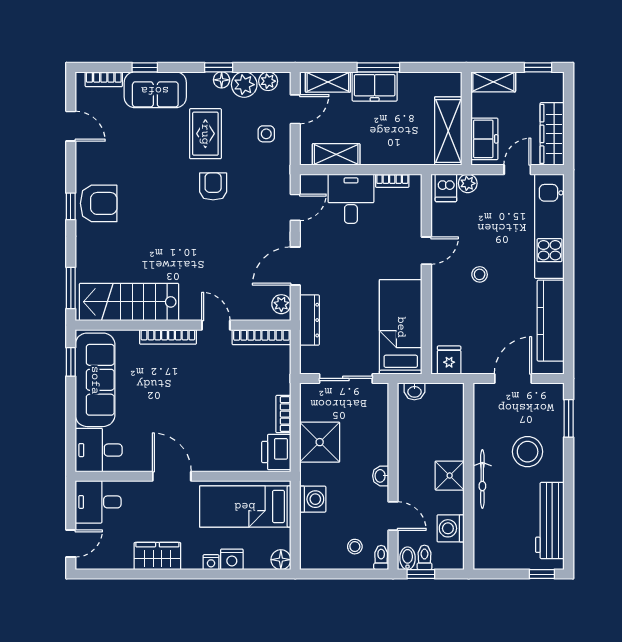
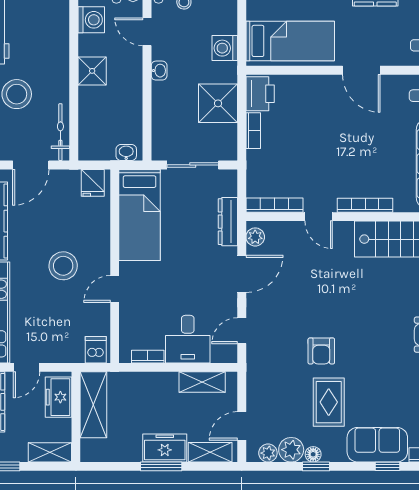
side table: (266, 134) -> (270, 402), removed
plant: (468, 183) -> (75, 354), removed
stool: (480, 274) -> (63, 266), width x1.89, depth x1.89
bicycle: (482, 479) -> (60, 132), moved

